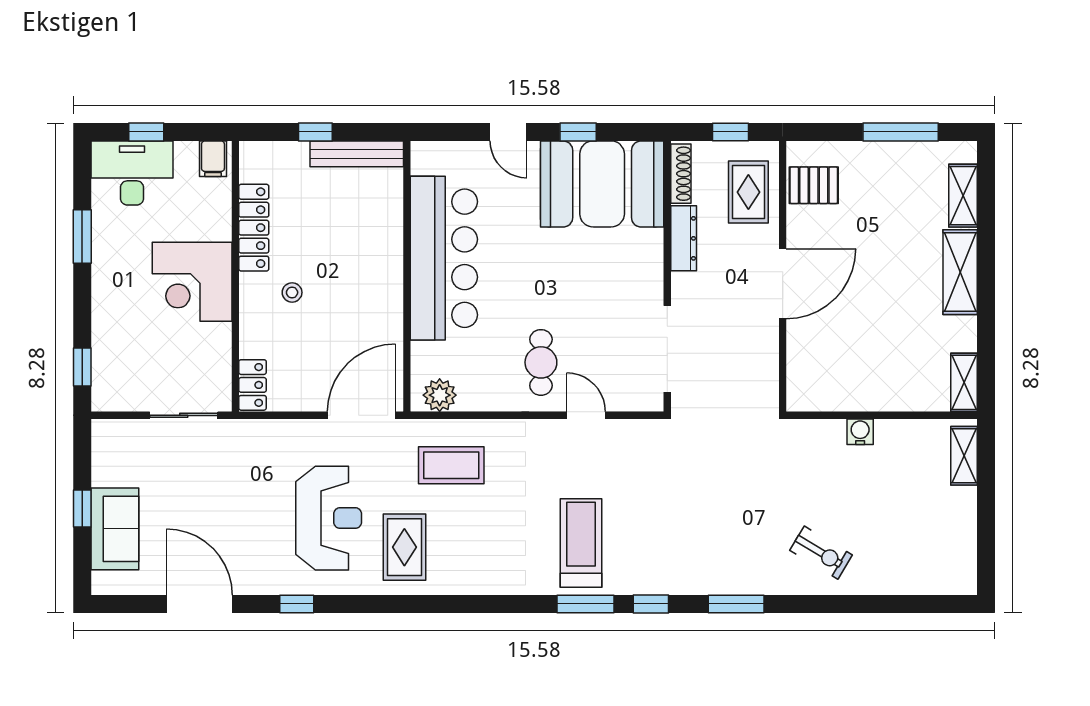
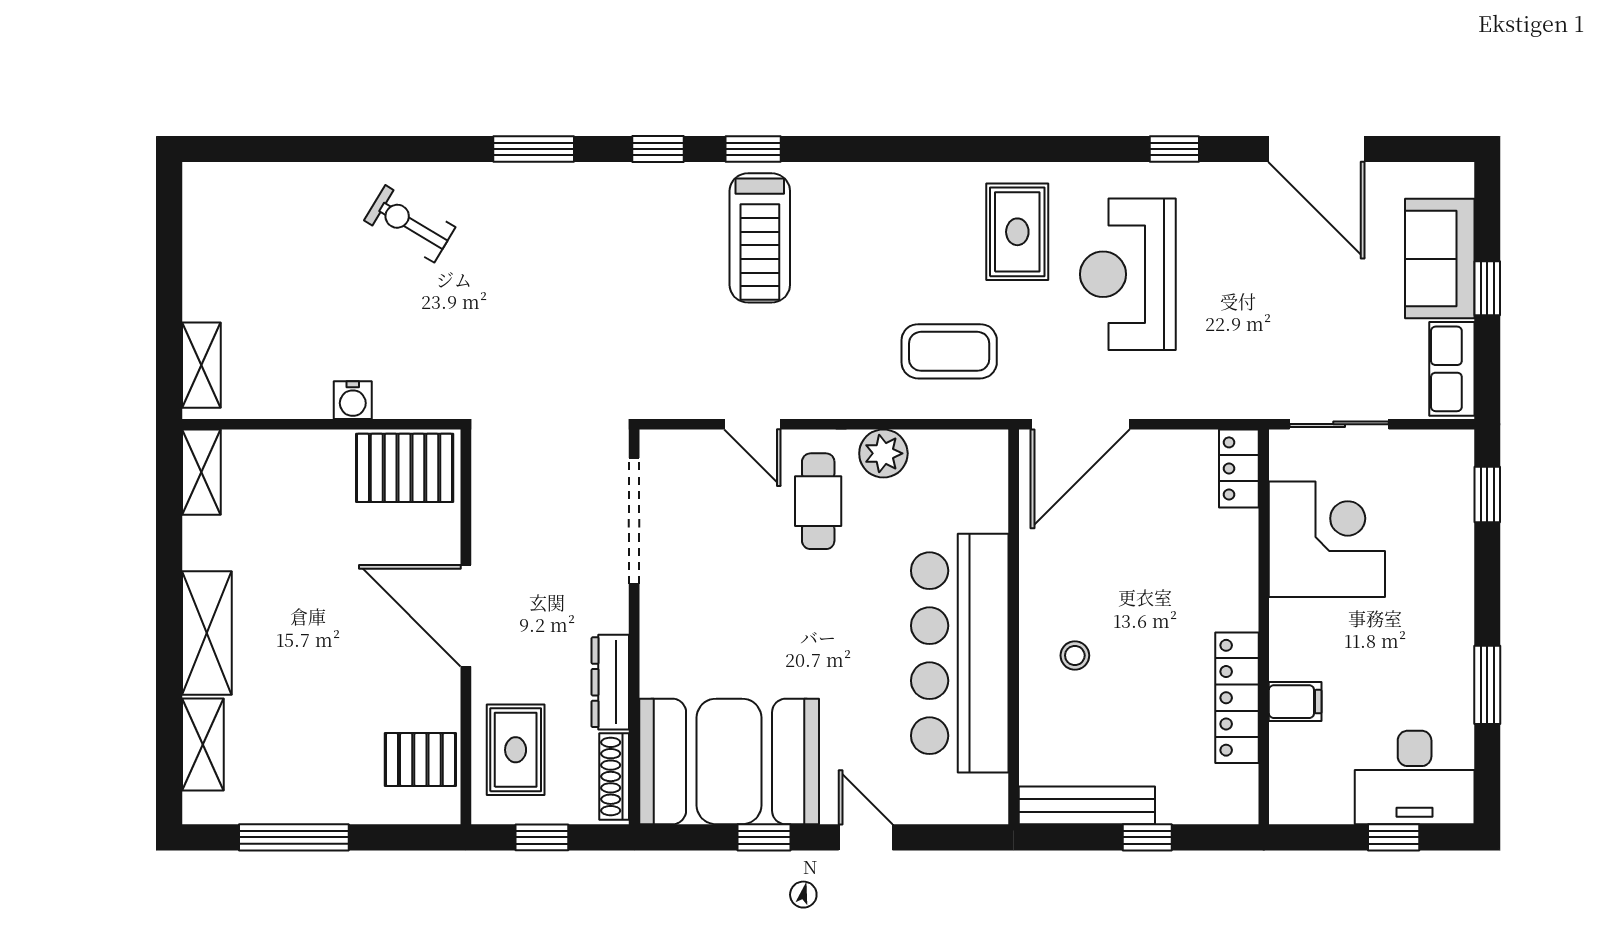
filing cabinet: (213, 159) -> (1295, 702), moved, turned 90
corner desk: (192, 282) -> (1327, 539), moved
door: (783, 284) -> (466, 616), hinge flipped
stool: (292, 292) -> (1075, 655), moved
pallet: (825, 385) -> (405, 468), added
plant: (440, 395) -> (883, 453), moved
row of seats: (106, 453) -> (1452, 369), added
window: (586, 604) -> (753, 149), width x0.67

